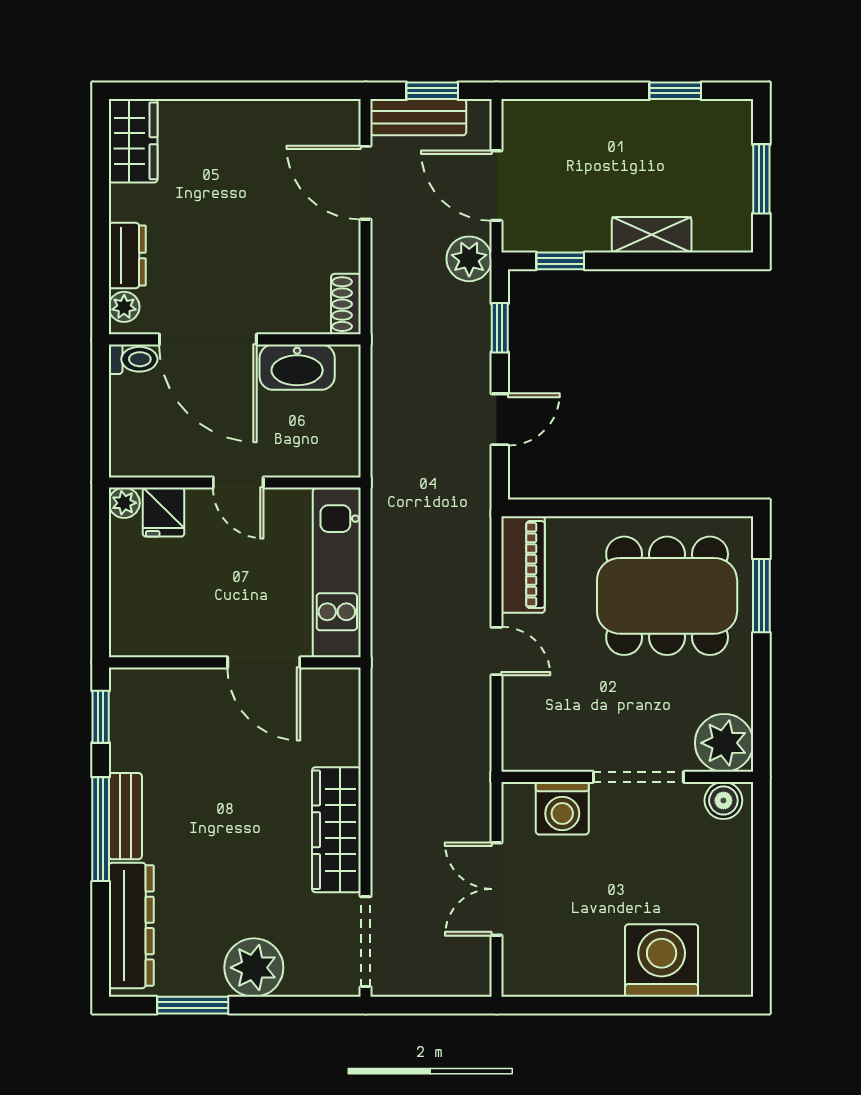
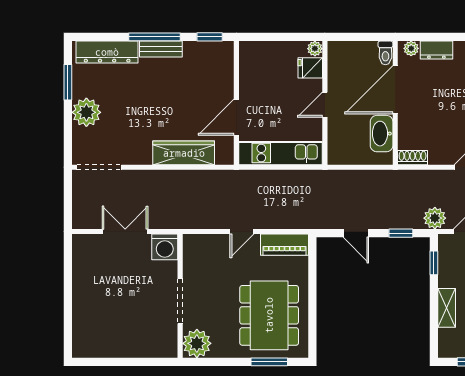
boiler: (723, 800) -> (169, 343), removed
washing machine: (562, 808) -> (165, 247), moved, turned -90
wardrobe: (336, 830) -> (184, 153), moved
washing machine: (662, 961) -> (90, 313), removed

